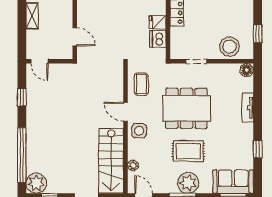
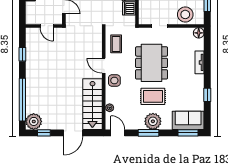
door: (39, 61) -> (47, 26), moved
dining table: (187, 108) -> (152, 63), turned 90

